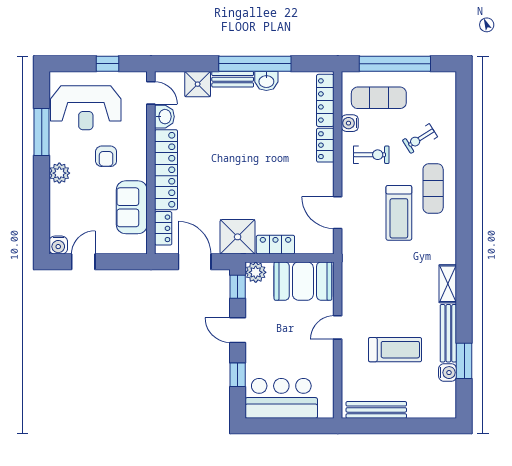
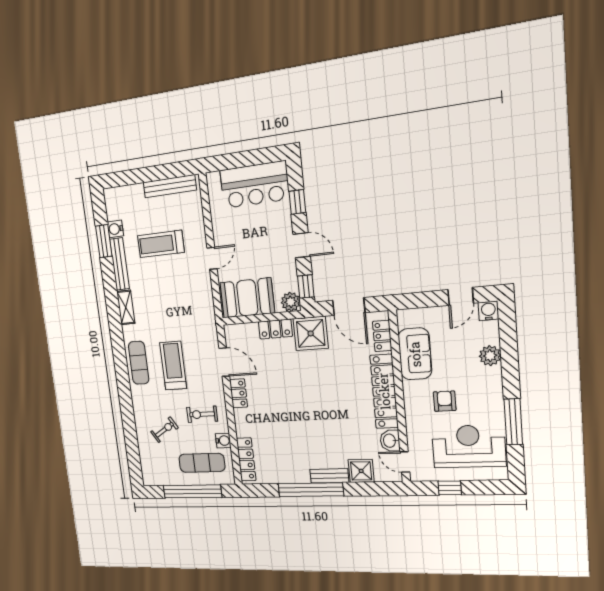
washbasin: (266, 81) -> (299, 475), removed
locker: (325, 145) -> (239, 393), moved
plant: (59, 173) -> (490, 356), moved
exercise mat: (433, 188) -> (139, 363), moved

